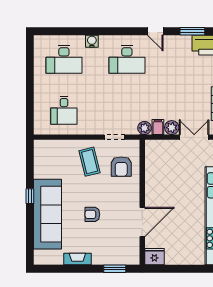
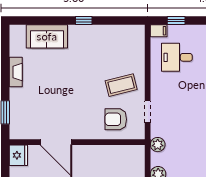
window: (30, 111) -> (176, 20), added
filing cabinet: (158, 127) -> (159, 31), moved
sofa: (48, 214) -> (47, 36), width x0.54, depth x0.79
armchair: (92, 214) -> (64, 88), removed

